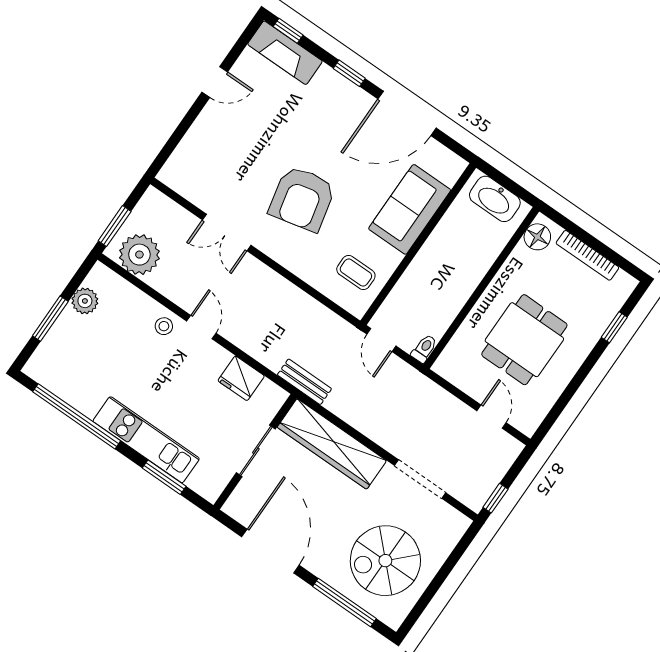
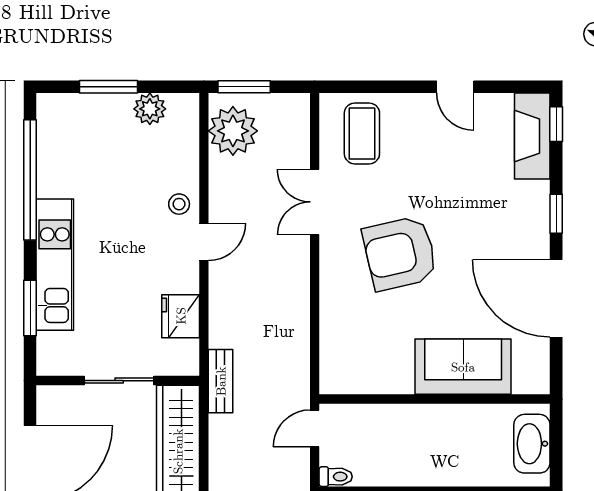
coffee table: (356, 273) -> (362, 133), moved, width x1.36, depth x1.30

